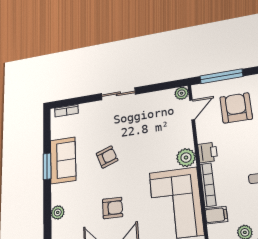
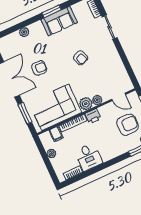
plant: (182, 93) -> (97, 100), moved
sliding door: (118, 94) -> (110, 27), moved
armchair: (107, 157) -> (81, 58), moved
armchair: (113, 208) -> (39, 68), turned -86

